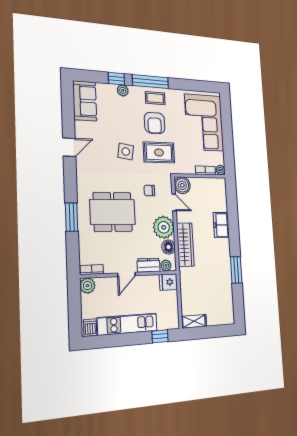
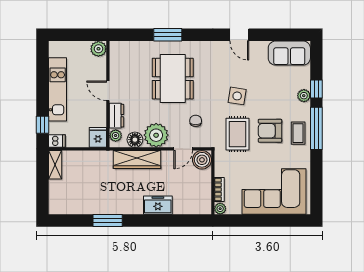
bookcase: (92, 270) -> (114, 54), removed
dishwasher: (90, 328) -> (57, 141), moved

